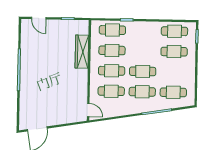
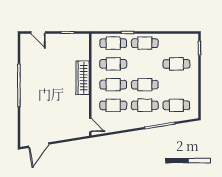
cafe table: (174, 31) -> (145, 43), moved
wardrobe: (82, 52) -> (83, 78), moved

